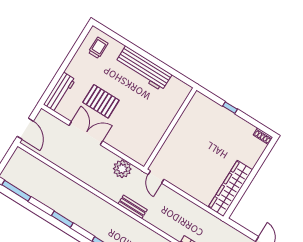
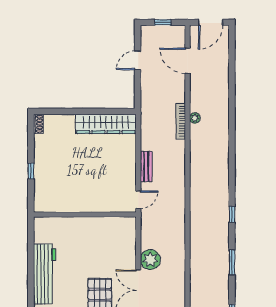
plant: (122, 169) -> (150, 260), moved
bench: (133, 207) -> (146, 167), moved

